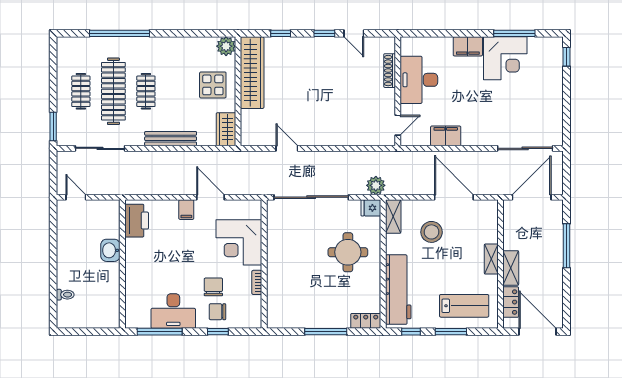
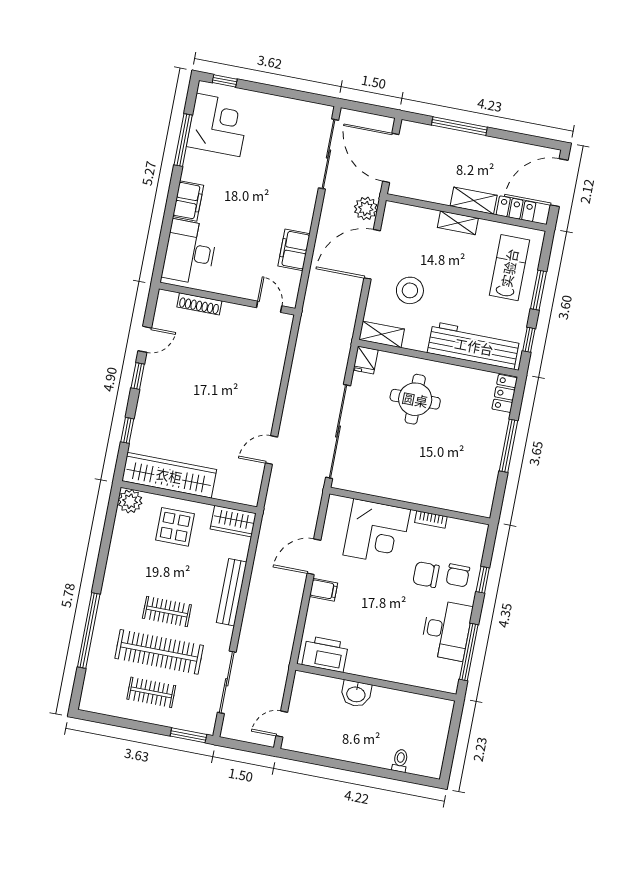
corner desk: (505, 58) -> (218, 125), moved
desk: (419, 80) -> (190, 252), moved, turned 90
plant: (376, 185) -> (366, 208), moved

